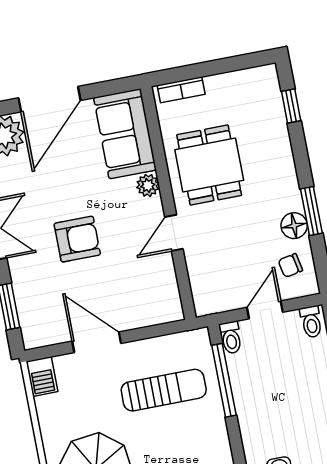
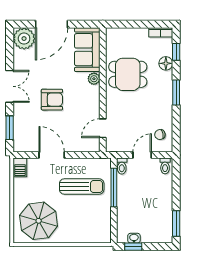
bookcase: (181, 90) -> (161, 32), moved
dining table: (209, 165) -> (128, 74), turned 90
window: (311, 211) -> (176, 92), moved
floor lamp: (294, 226) -> (166, 63), moved
door: (174, 233) -> (103, 128), moved

